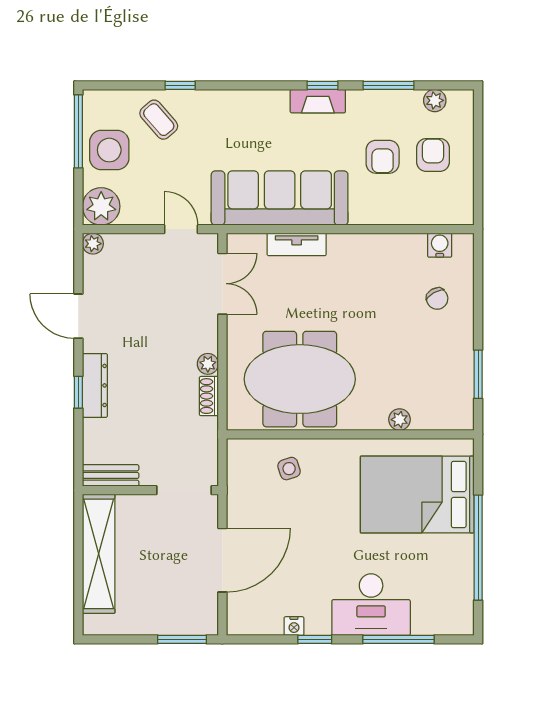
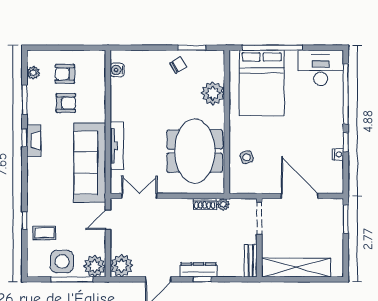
coffee table: (159, 120) -> (44, 233), turned 41
window: (78, 131) -> (72, 279), moved
plant: (93, 244) -> (122, 266), width x1.88, depth x1.88
tv unit: (297, 244) -> (117, 146), width x1.41
chair: (437, 299) -> (178, 65), moved
plant: (208, 364) -> (223, 204), moved
plant: (399, 420) -> (213, 93), width x1.88, depth x1.88
window: (478, 548) -> (272, 48), moved
desk: (371, 605) -> (321, 68), moved, turned -90
window: (398, 639) -> (346, 94), width x1.46

